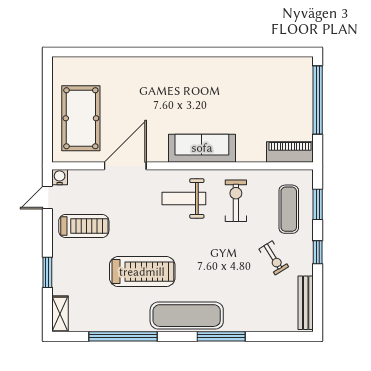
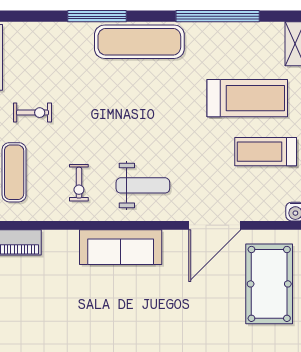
exercise bike: (236, 201) -> (79, 183), width x0.73, depth x0.72
exercise bike: (274, 258) -> (32, 113), turned 122
treadmill: (142, 272) -> (247, 98), moved, turned 180

